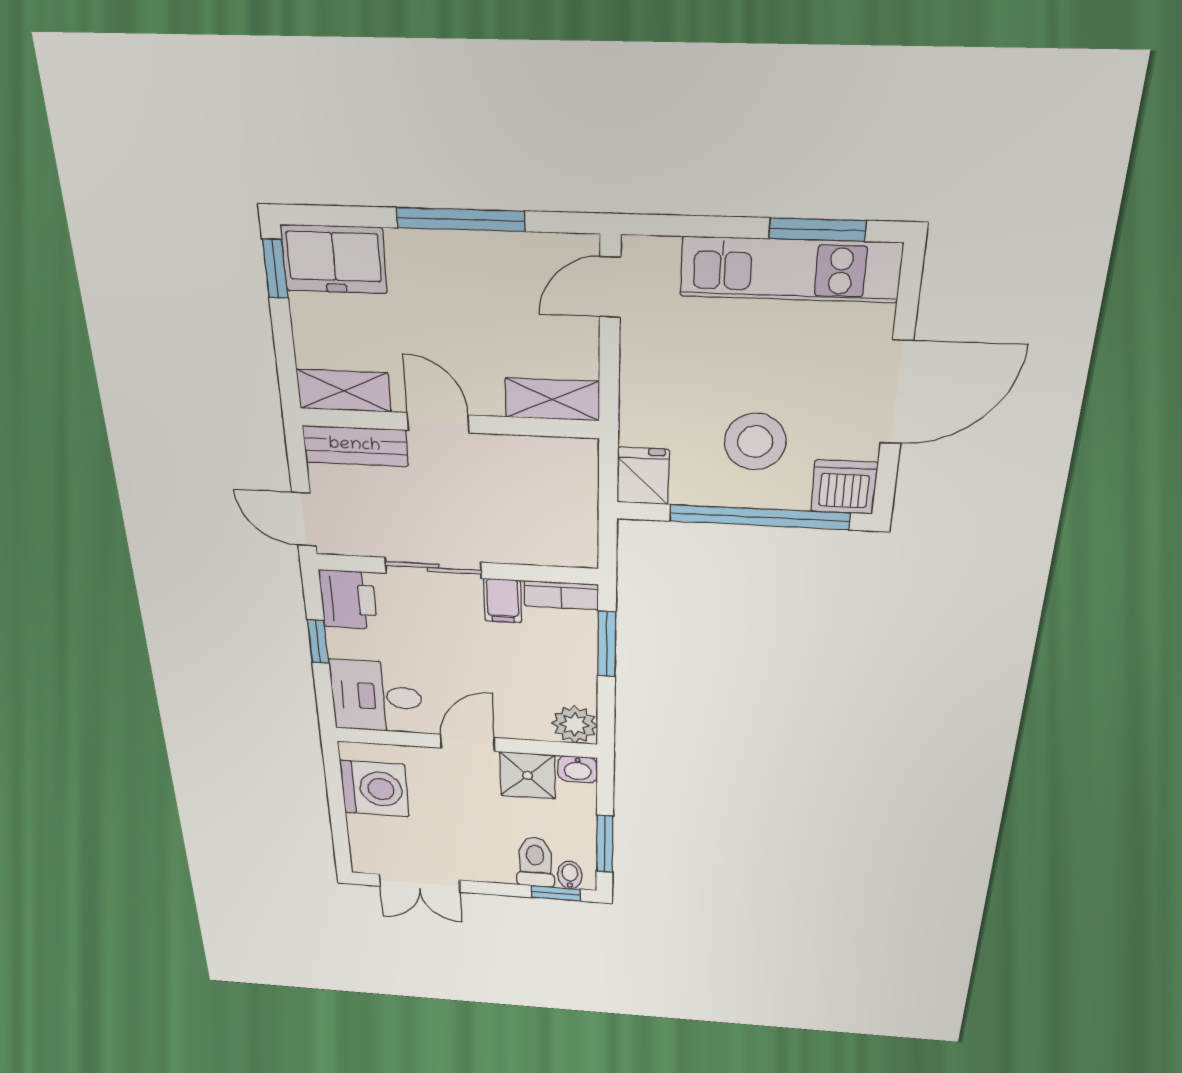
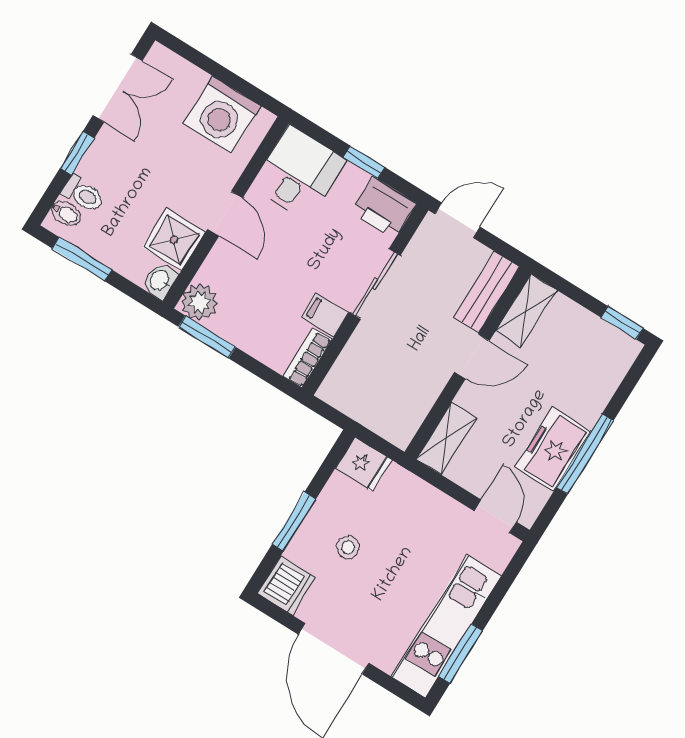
freezer: (334, 259) -> (553, 449), moved
stool: (755, 442) -> (348, 547), width x0.53, depth x0.53
window: (759, 517) -> (294, 522), width x0.47
window: (607, 644) -> (207, 337), moved
toilet: (535, 862) -> (83, 194), width x0.73, depth x0.72
double door: (419, 883) -> (118, 88), swing flipped
window: (556, 893) -> (77, 153), moved

